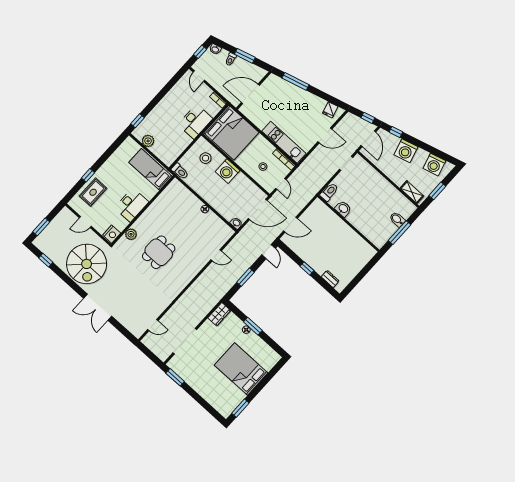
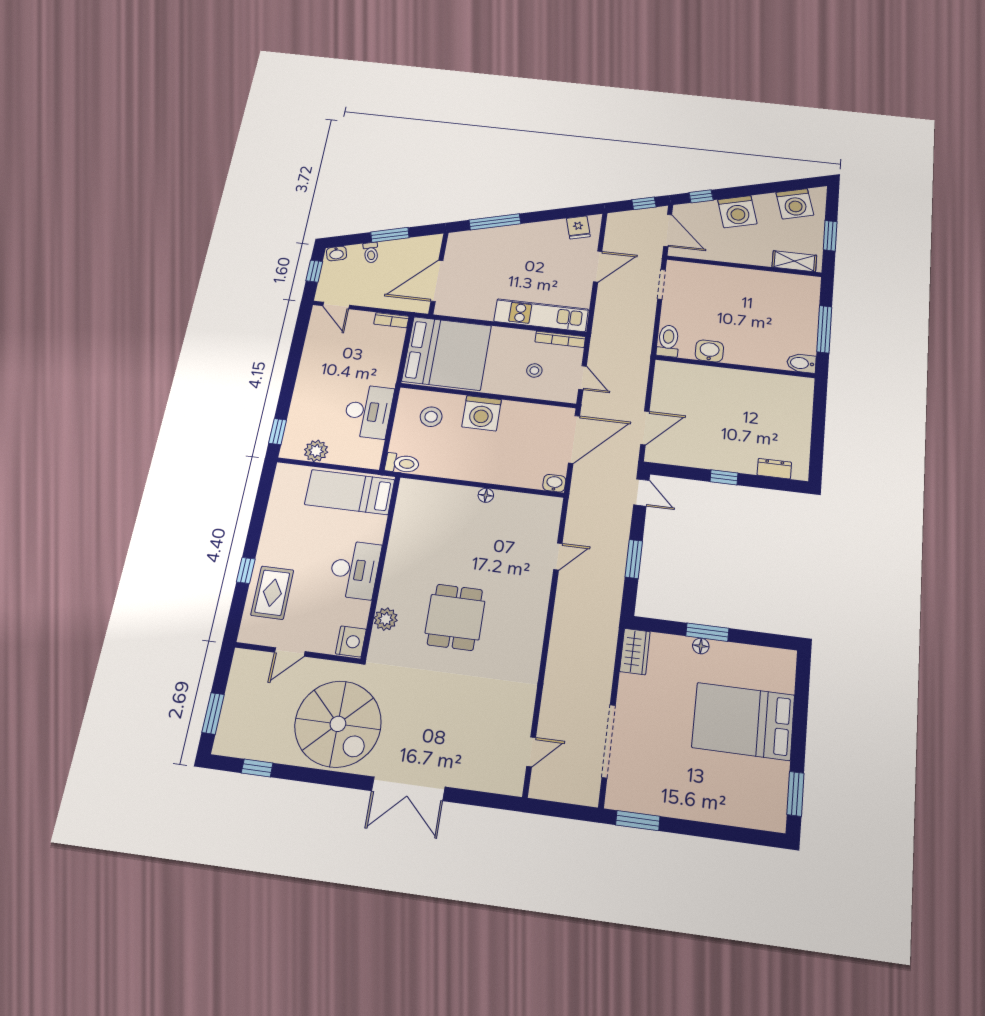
desk: (195, 122) -> (368, 411), moved
bidet: (397, 219) -> (801, 363), moved

